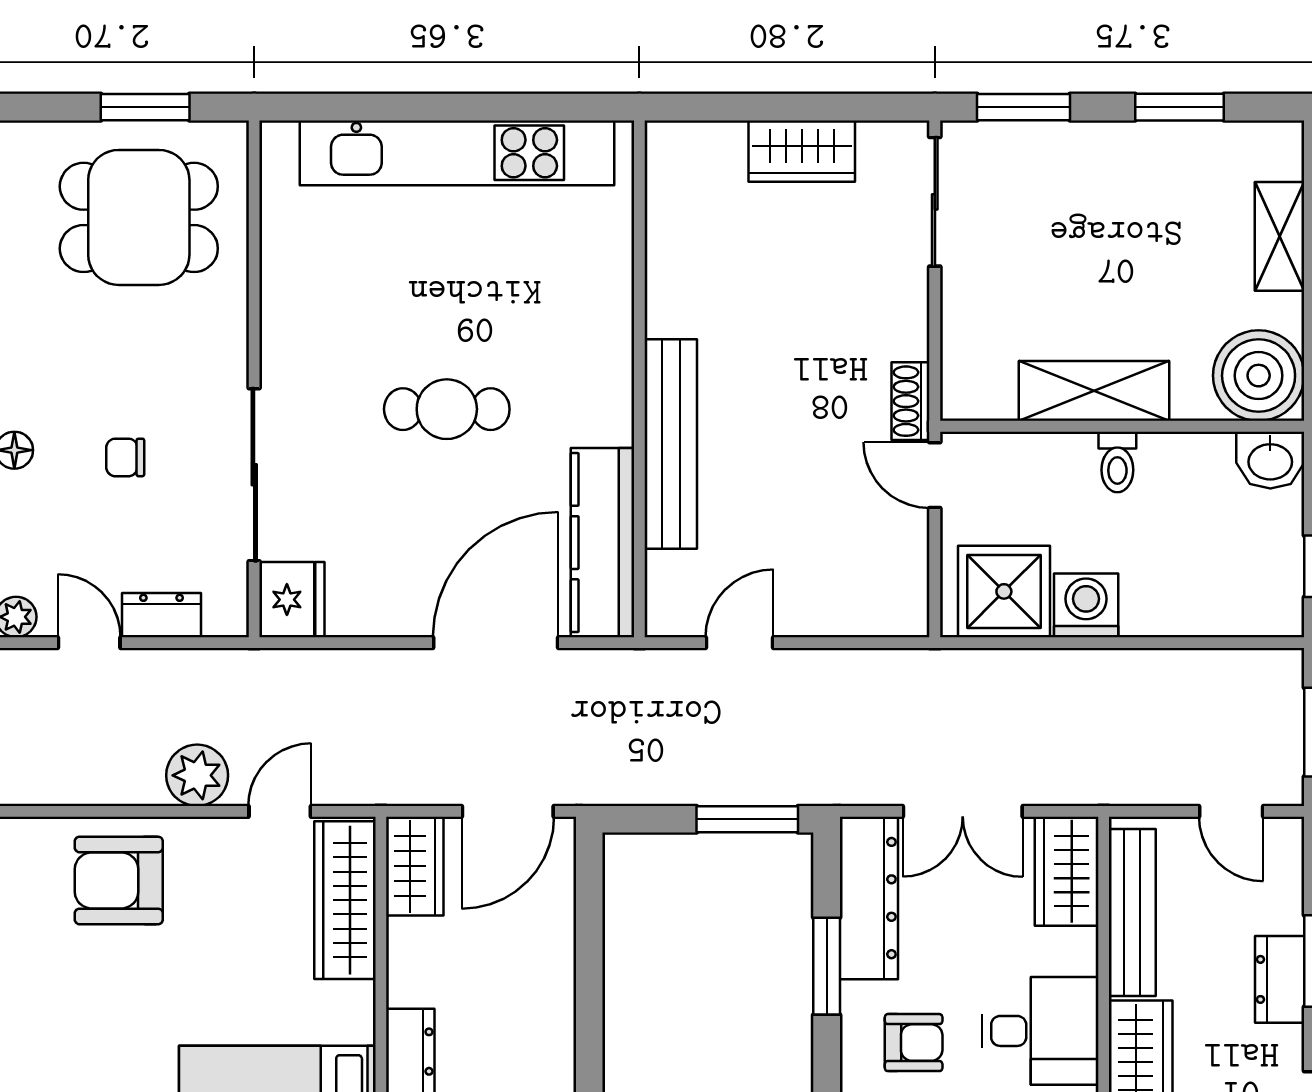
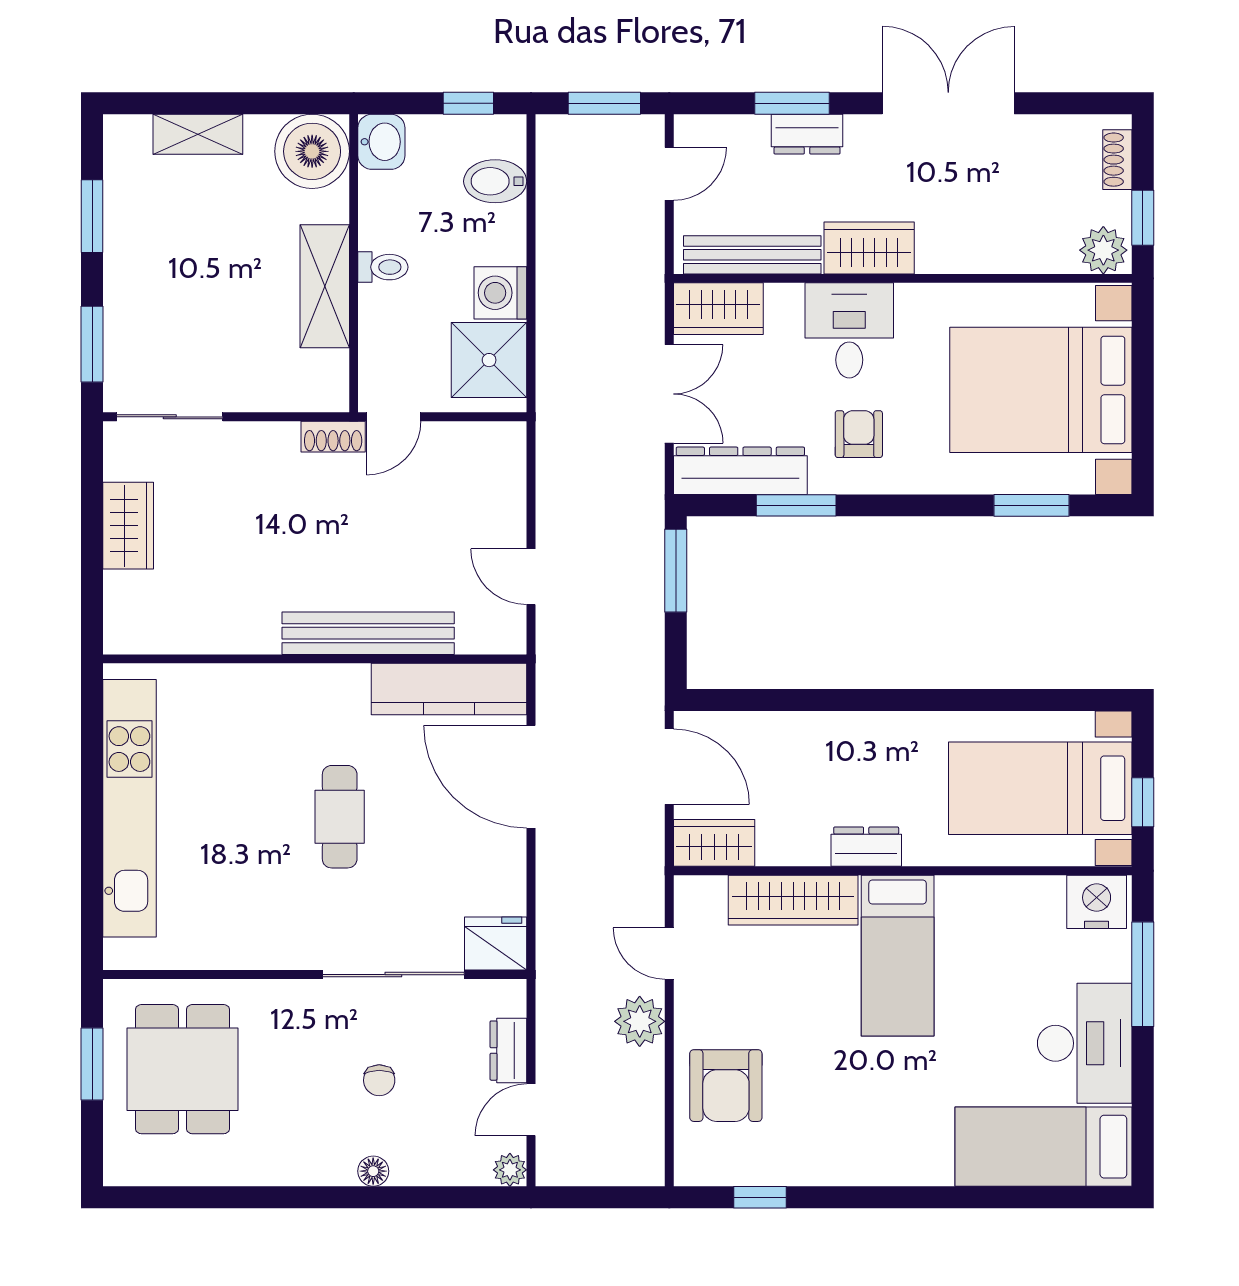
bidet: (1222, 599) -> (495, 181), added
wardrobe: (345, 900) -> (793, 900), moved

